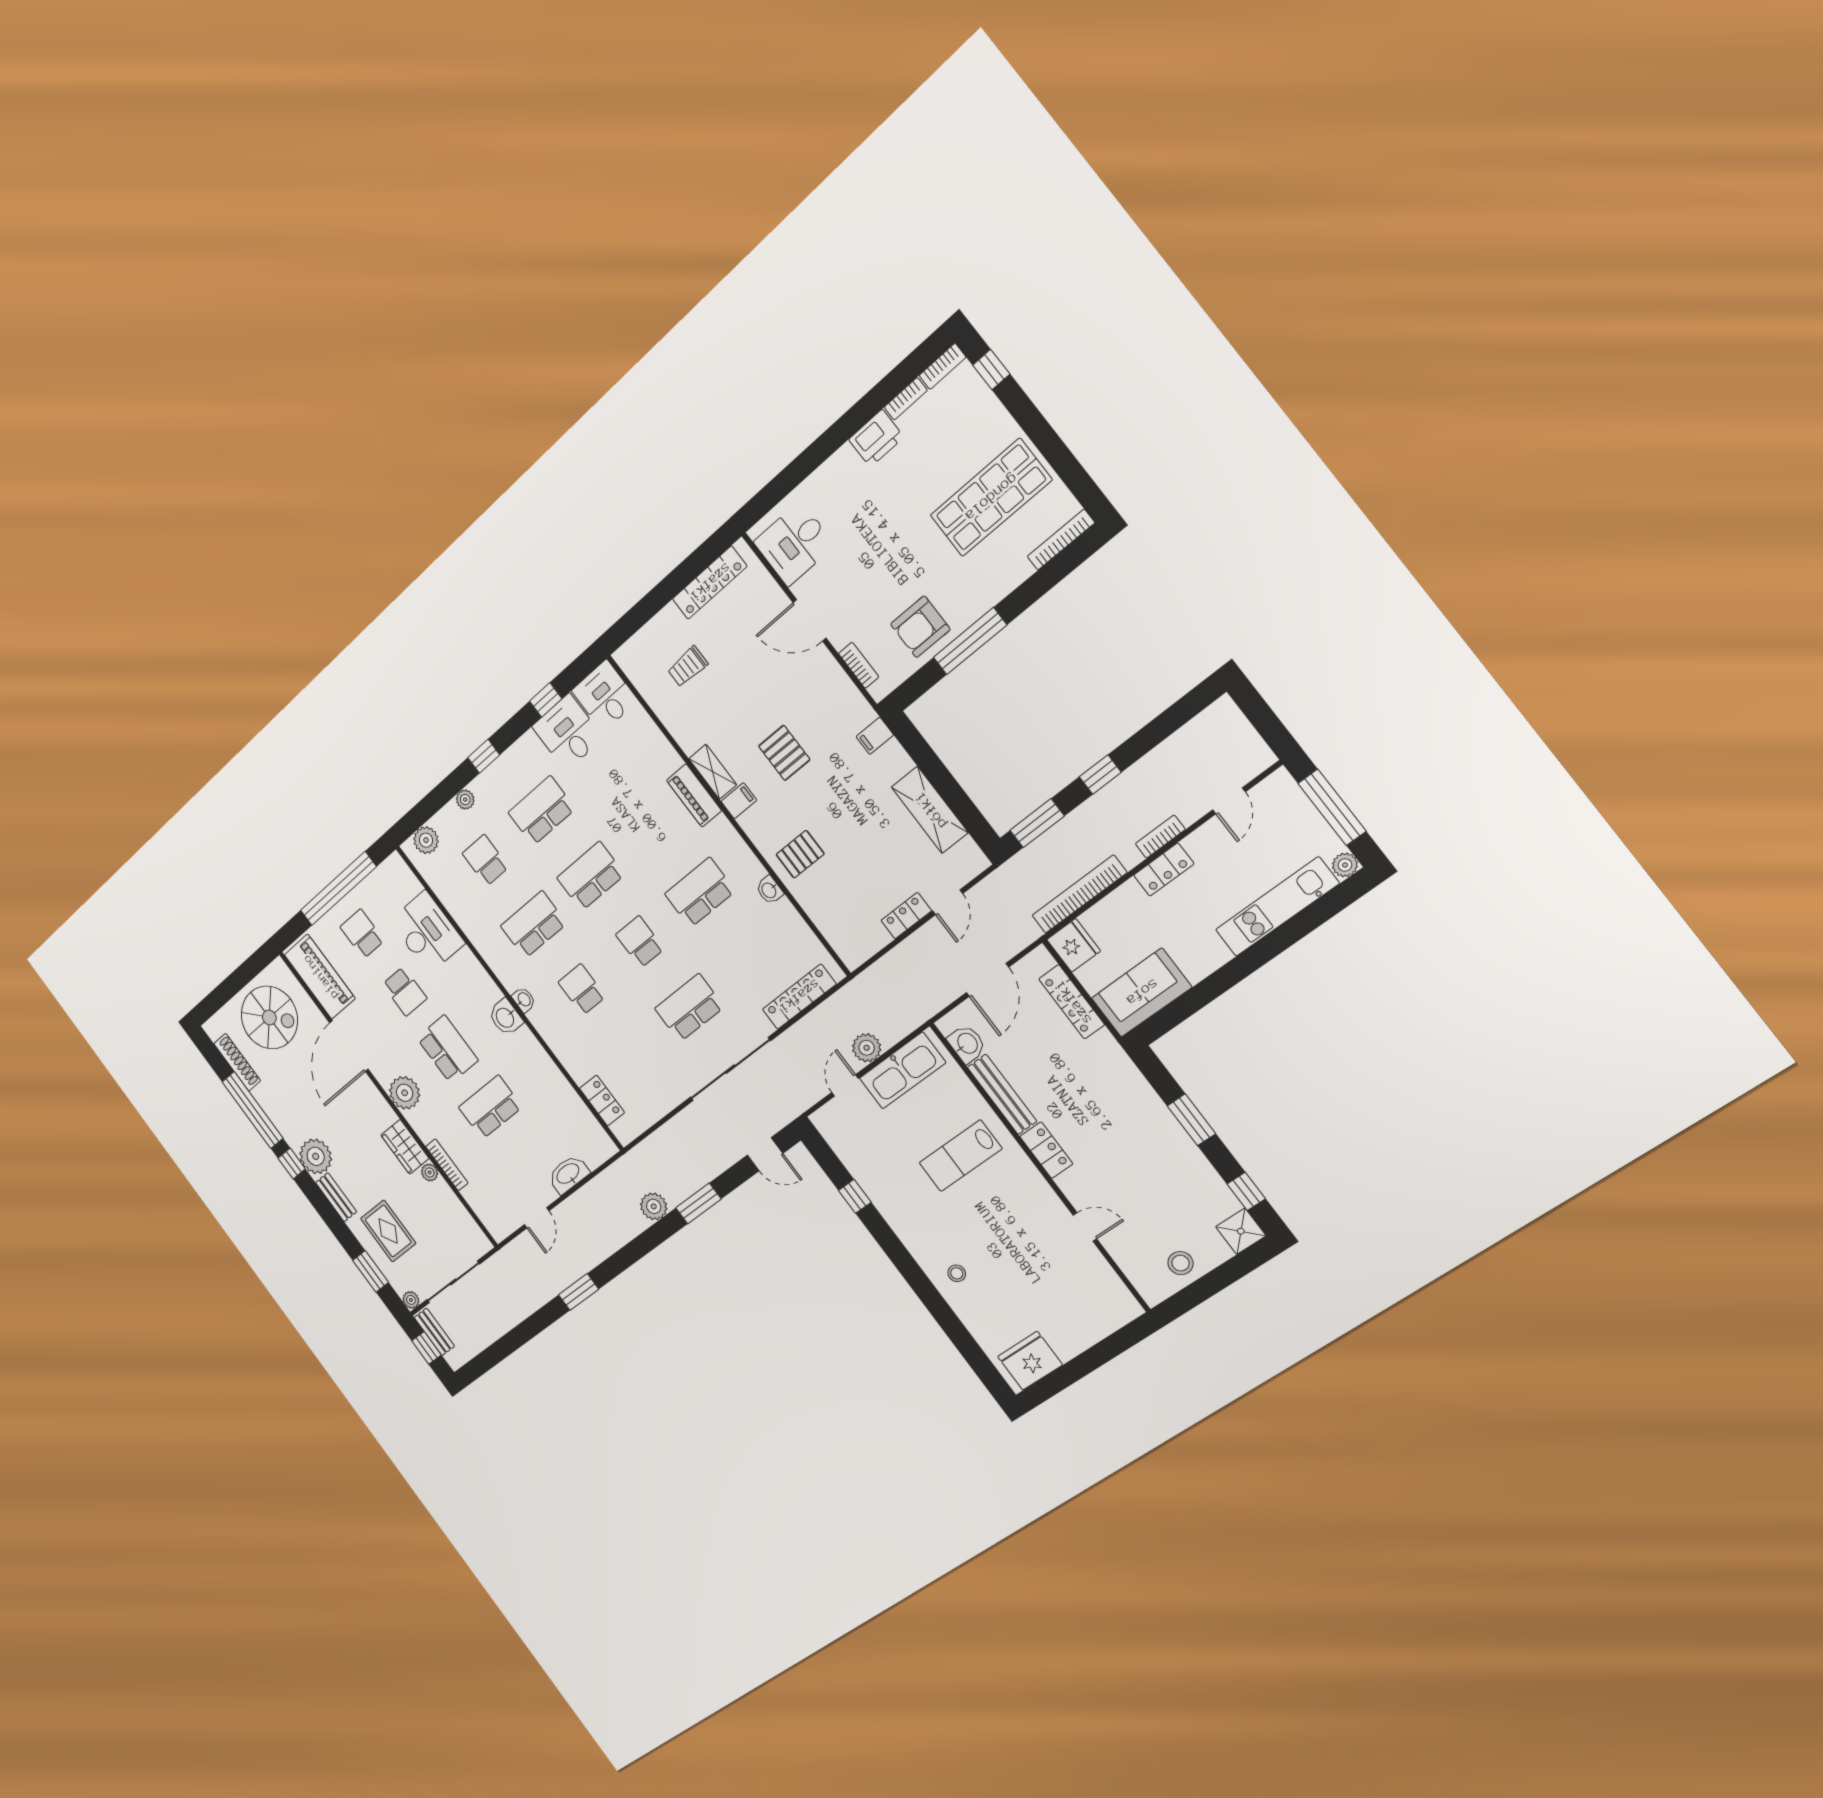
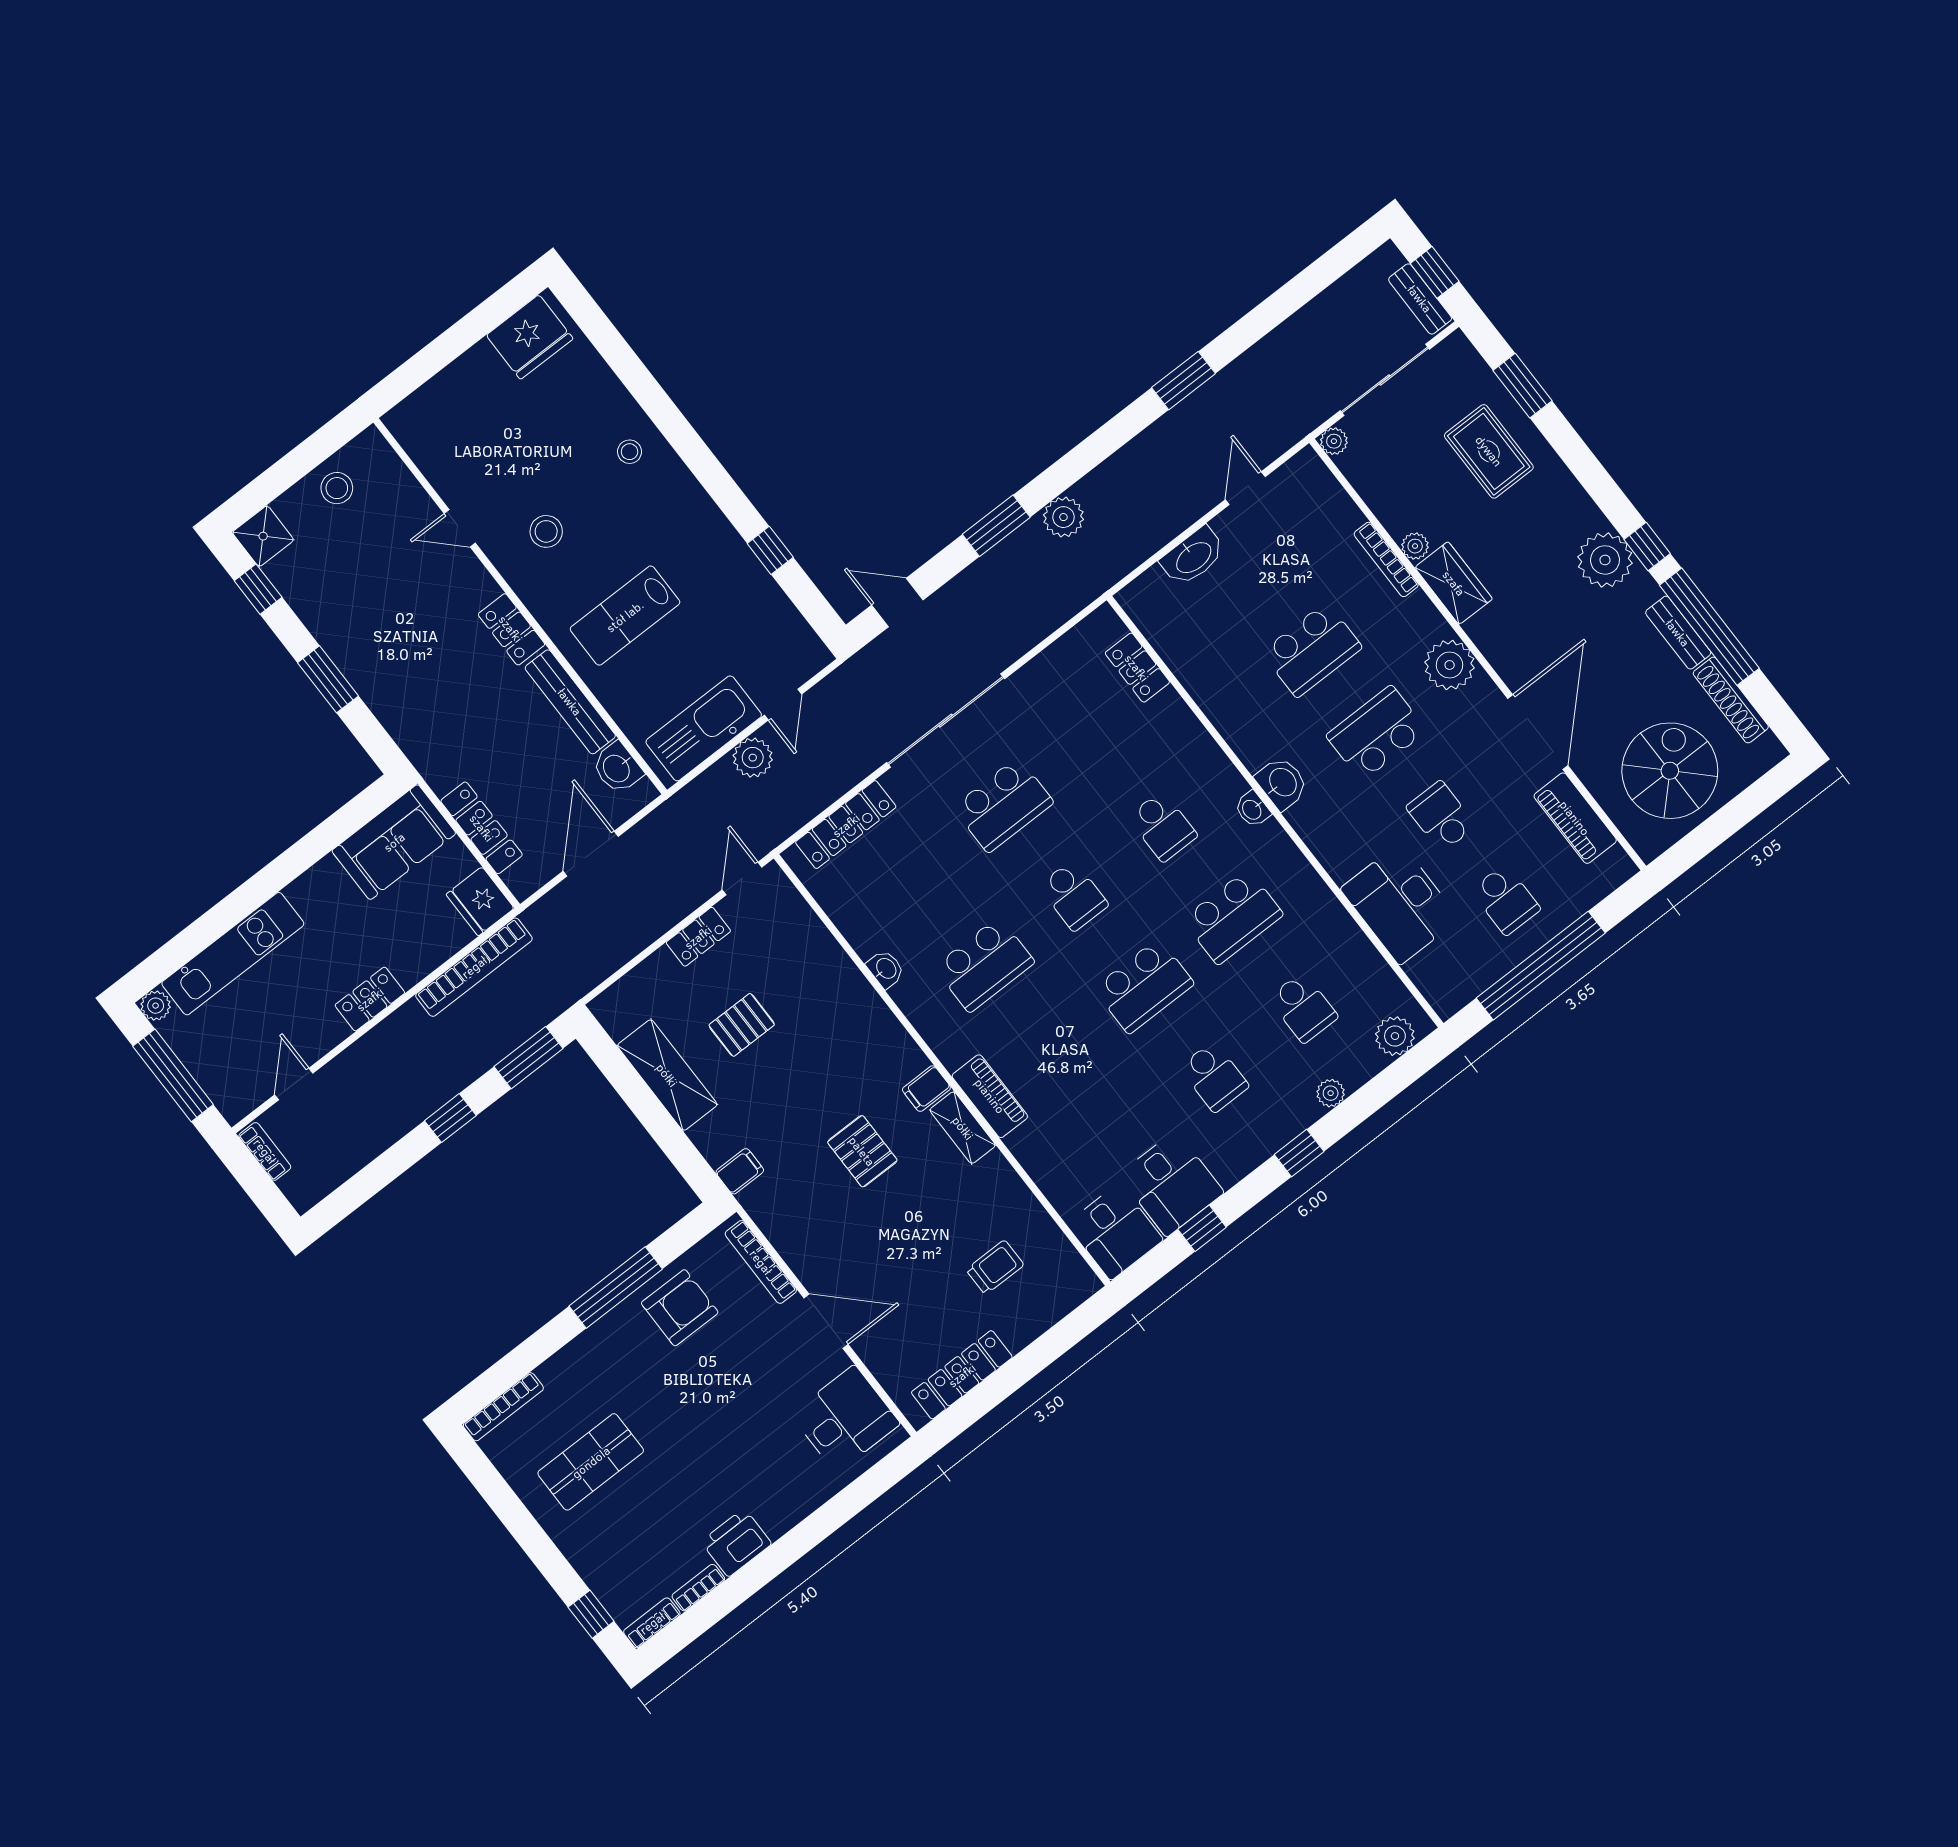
shop shelf: (991, 498) -> (591, 1462), width x0.70, depth x0.74
bookcase: (859, 665) -> (761, 1262), width x1.56
school desk: (542, 811) -> (1214, 1077), width x0.54
bookcase: (1160, 837) -> (265, 1151), moved, turned -90
pallet: (800, 854) -> (742, 1025), moved
door: (948, 902) -> (742, 878), moved
piano: (320, 977) -> (1575, 818), width x0.73, depth x0.75
spiral stairs: (269, 1017) -> (1670, 771), turned 90
school desk: (447, 1049) -> (1376, 733), turned 90
lab bench: (961, 1156) -> (625, 616), turned 180
bench: (336, 1197) -> (1678, 633), moved
stool: (1019, 1220) -> (546, 531), added
plant: (411, 1300) -> (1334, 441), moved

